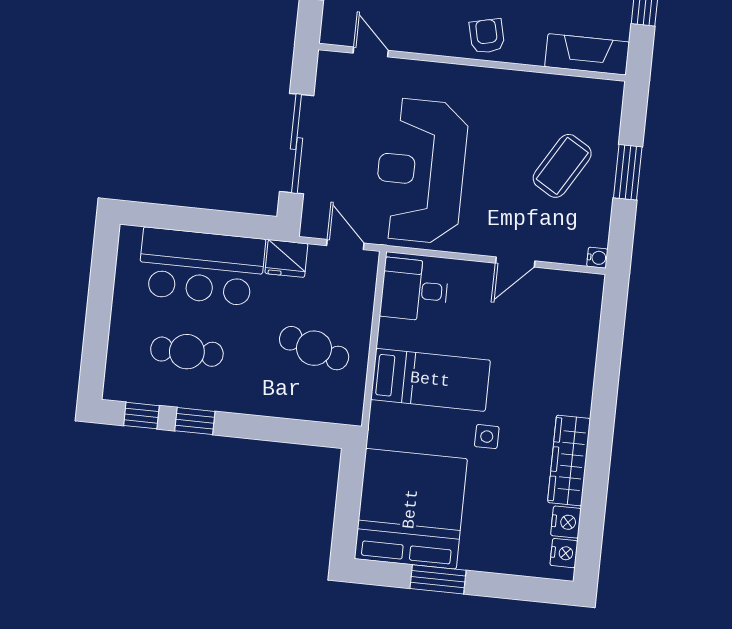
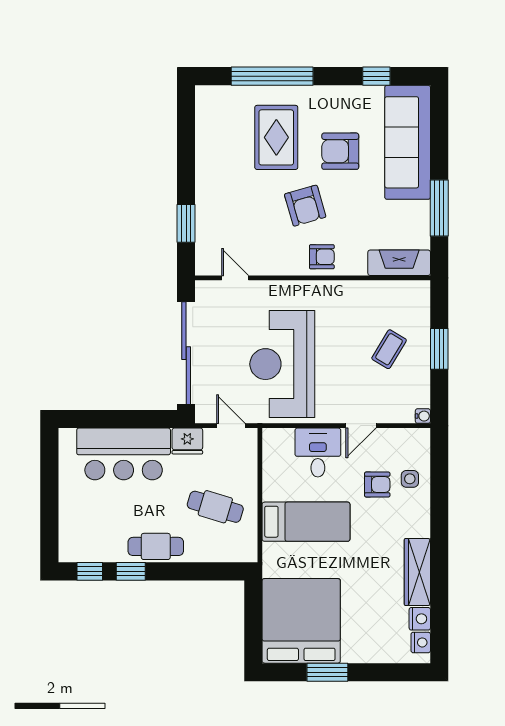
armchair: (487, 36) -> (322, 257), turned 103
sliding door: (297, 144) -> (186, 353), width x1.36
coffee table: (562, 166) -> (389, 349), width x0.73, depth x0.77
desk: (414, 290) -> (318, 453), moved, turned 90
armchair: (529, 341) -> (377, 485), added
cafe table: (187, 352) -> (156, 546), moved
side table: (487, 437) -> (410, 479), moved

